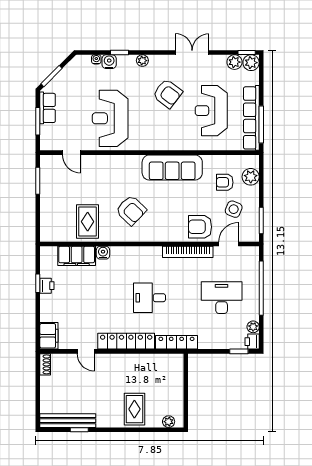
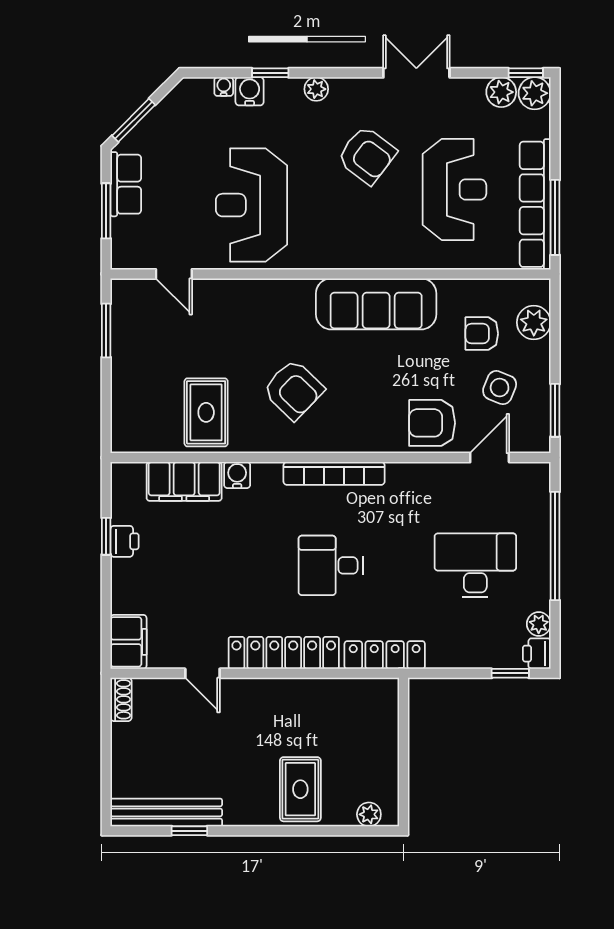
reception desk: (211, 111) -> (454, 189), turned 180
bookcase: (188, 252) -> (334, 473), moved

